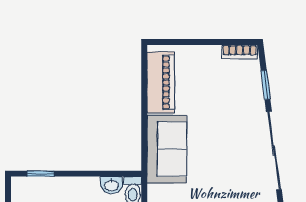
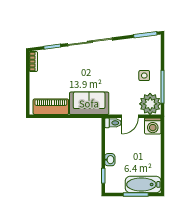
washbasin: (111, 185) -> (110, 160), moved

